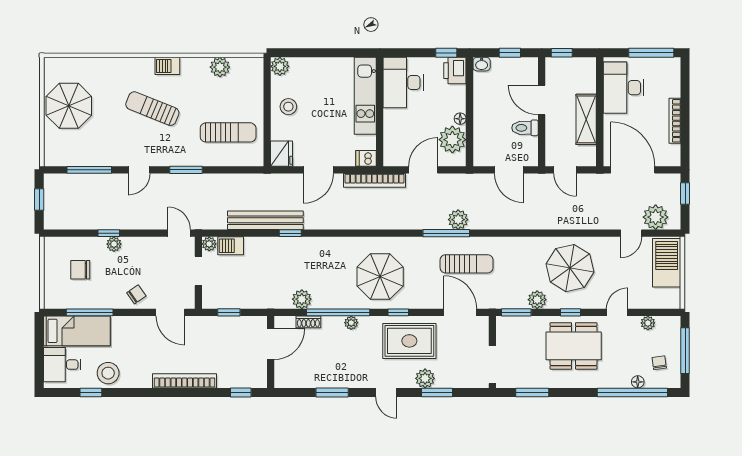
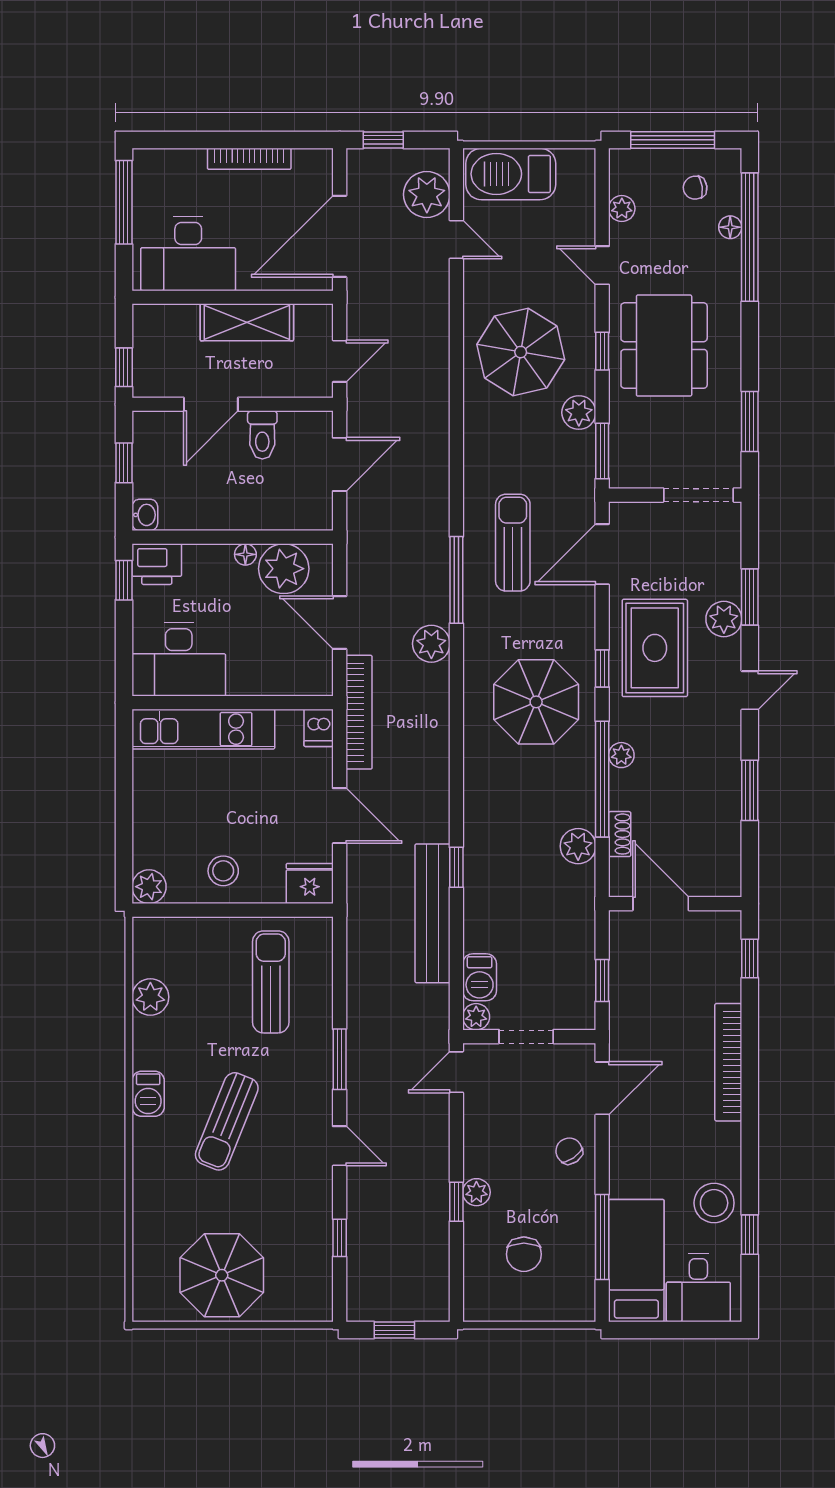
window: (89, 170) -> (340, 1238), width x0.46
plant: (458, 220) -> (431, 644), moved

